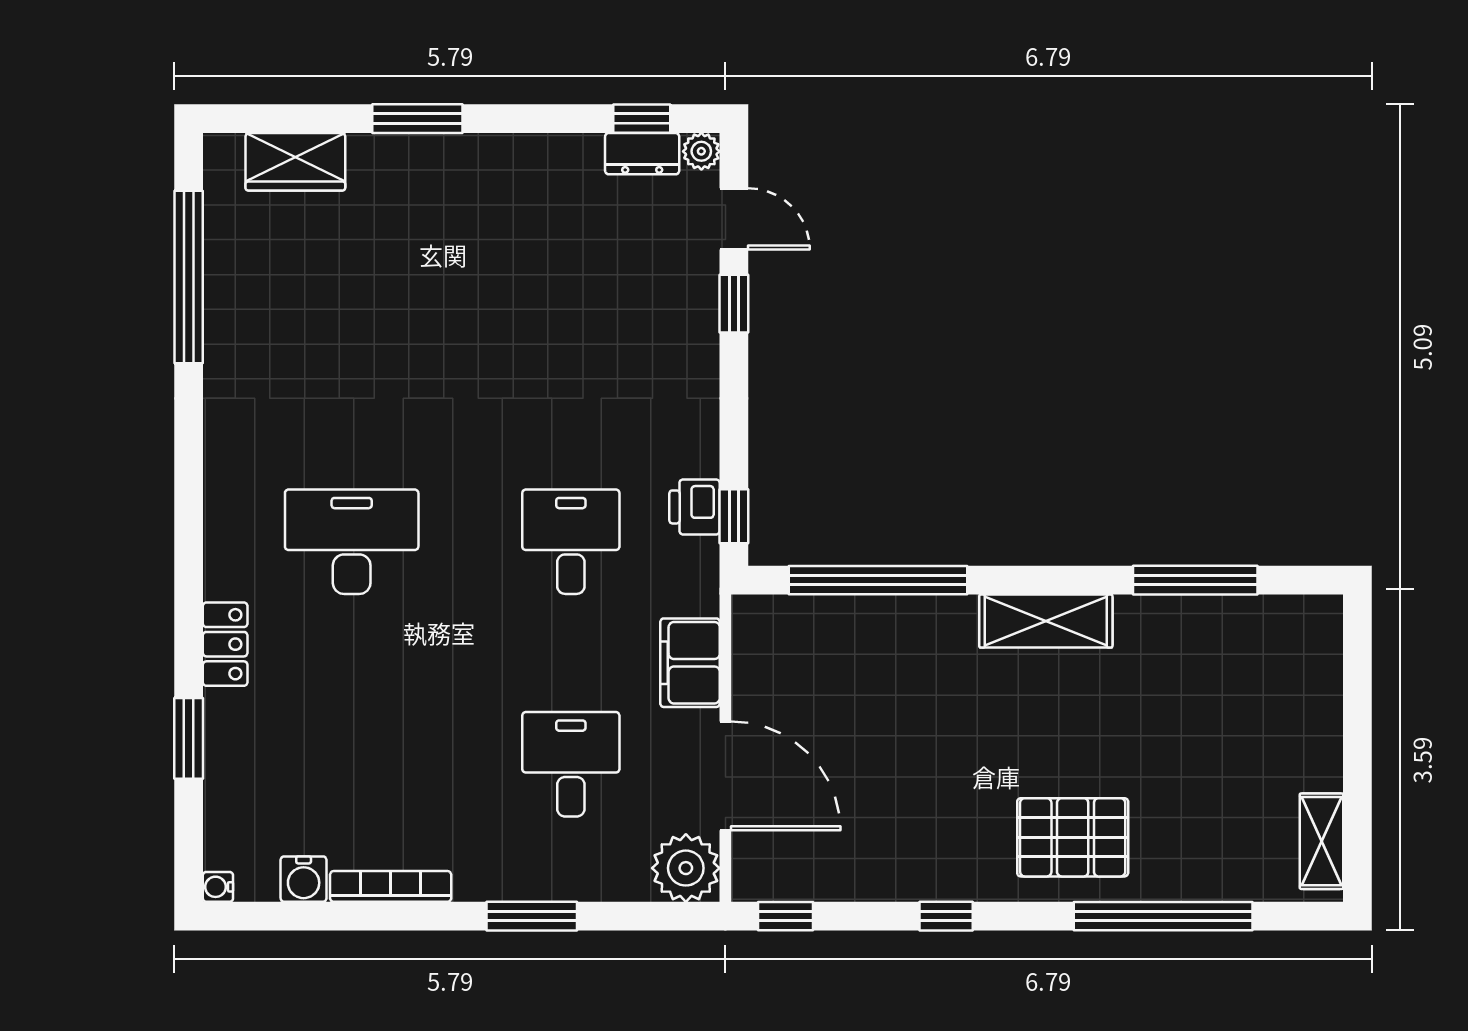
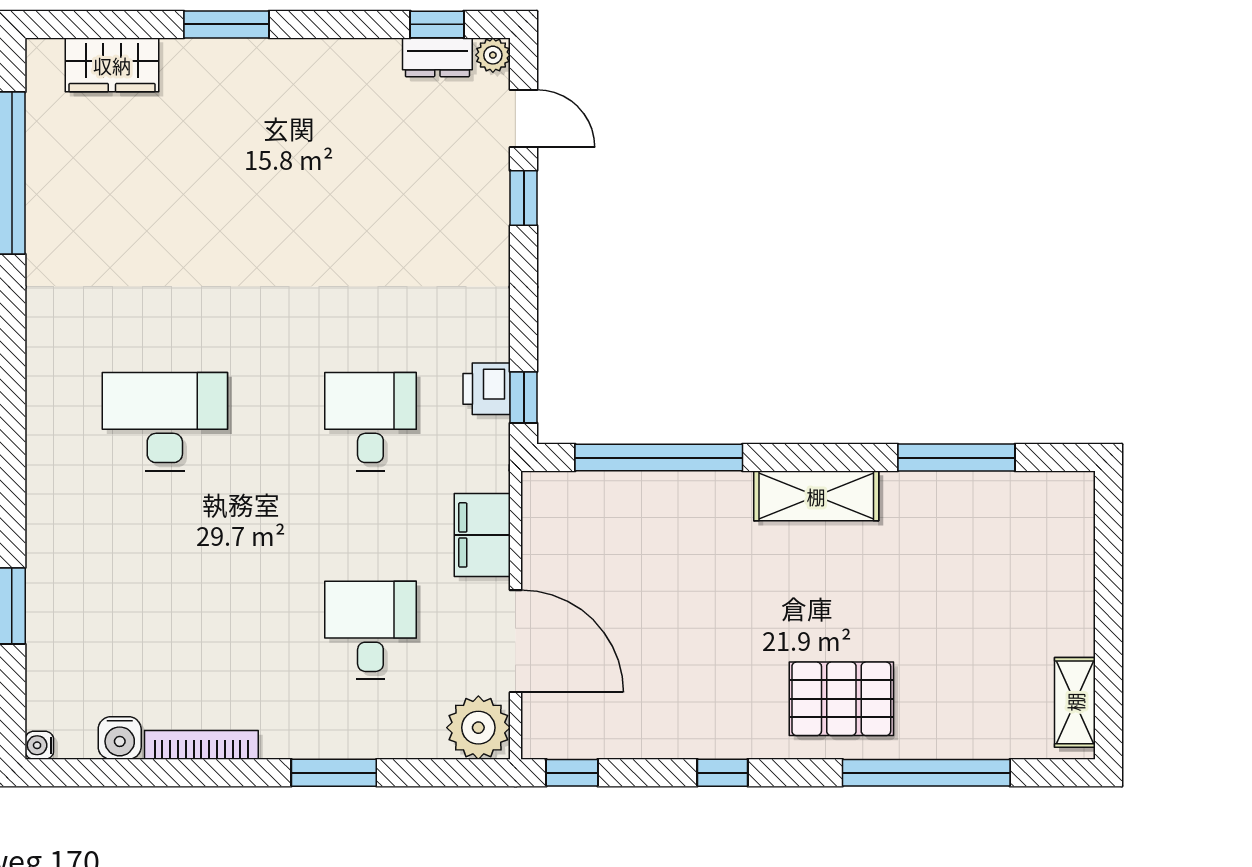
locker: (225, 644) -> (46, 518), removed

